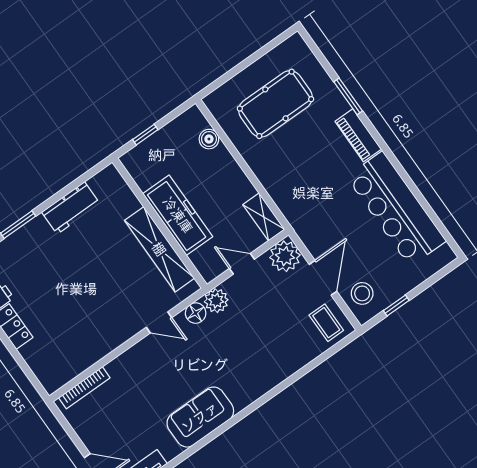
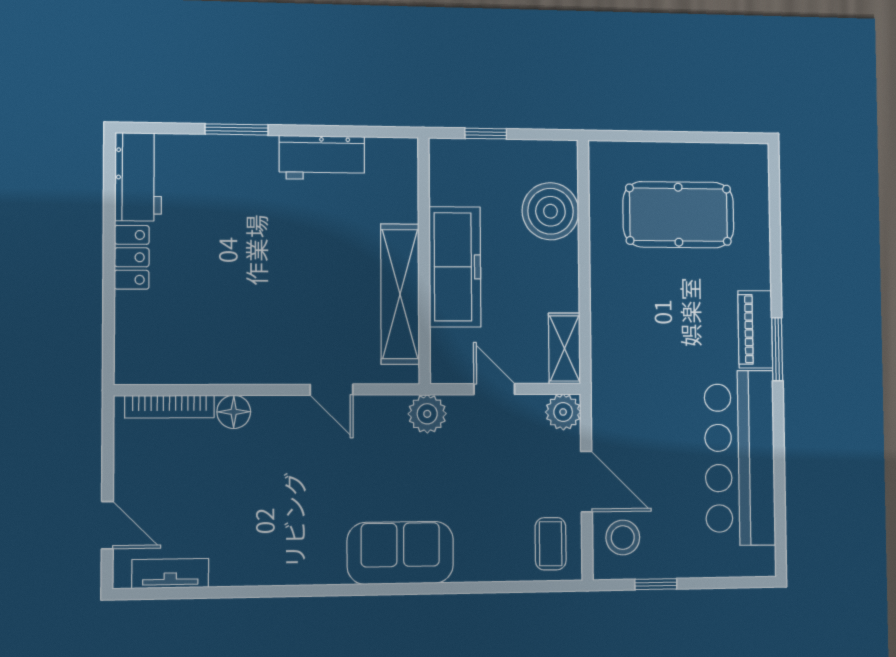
window: (348, 96) -> (777, 349), moved
boiler: (209, 139) -> (550, 211), width x1.86, depth x1.86
plant: (285, 256) -> (563, 412), width x0.73, depth x0.73
door: (323, 278) -> (587, 482), hinge flipped
floor lamp: (196, 313) -> (234, 412), moved
sofa: (200, 417) -> (400, 553), moved

